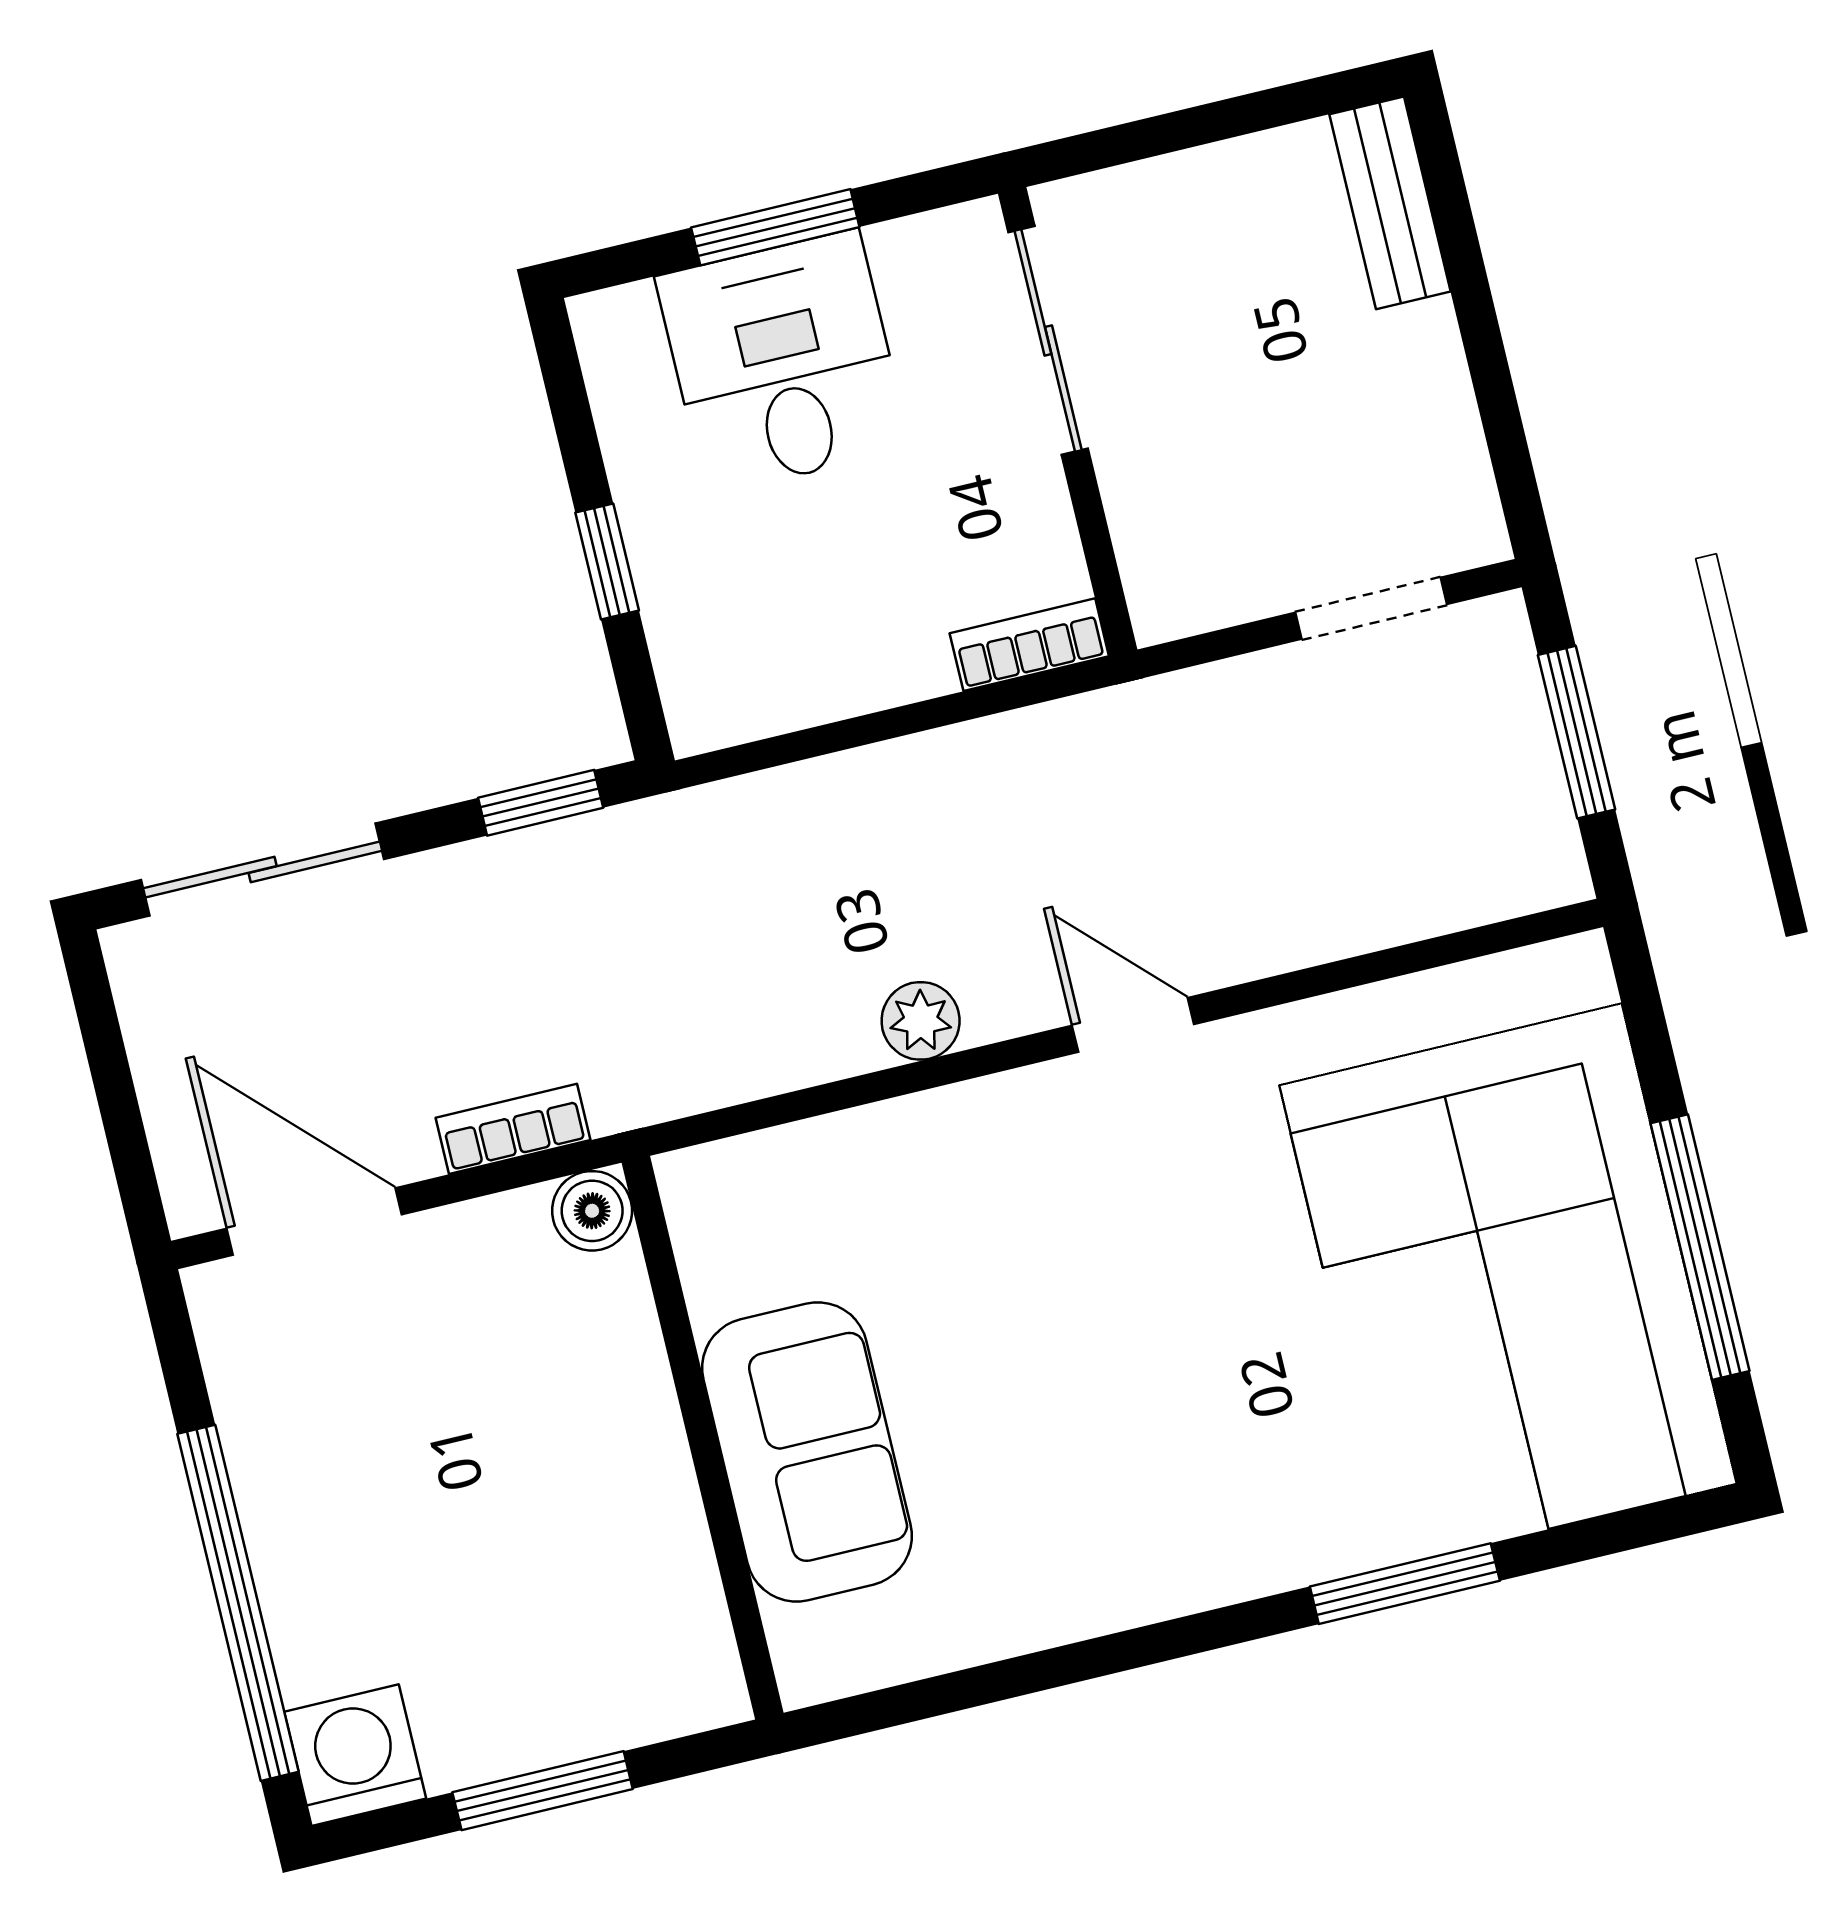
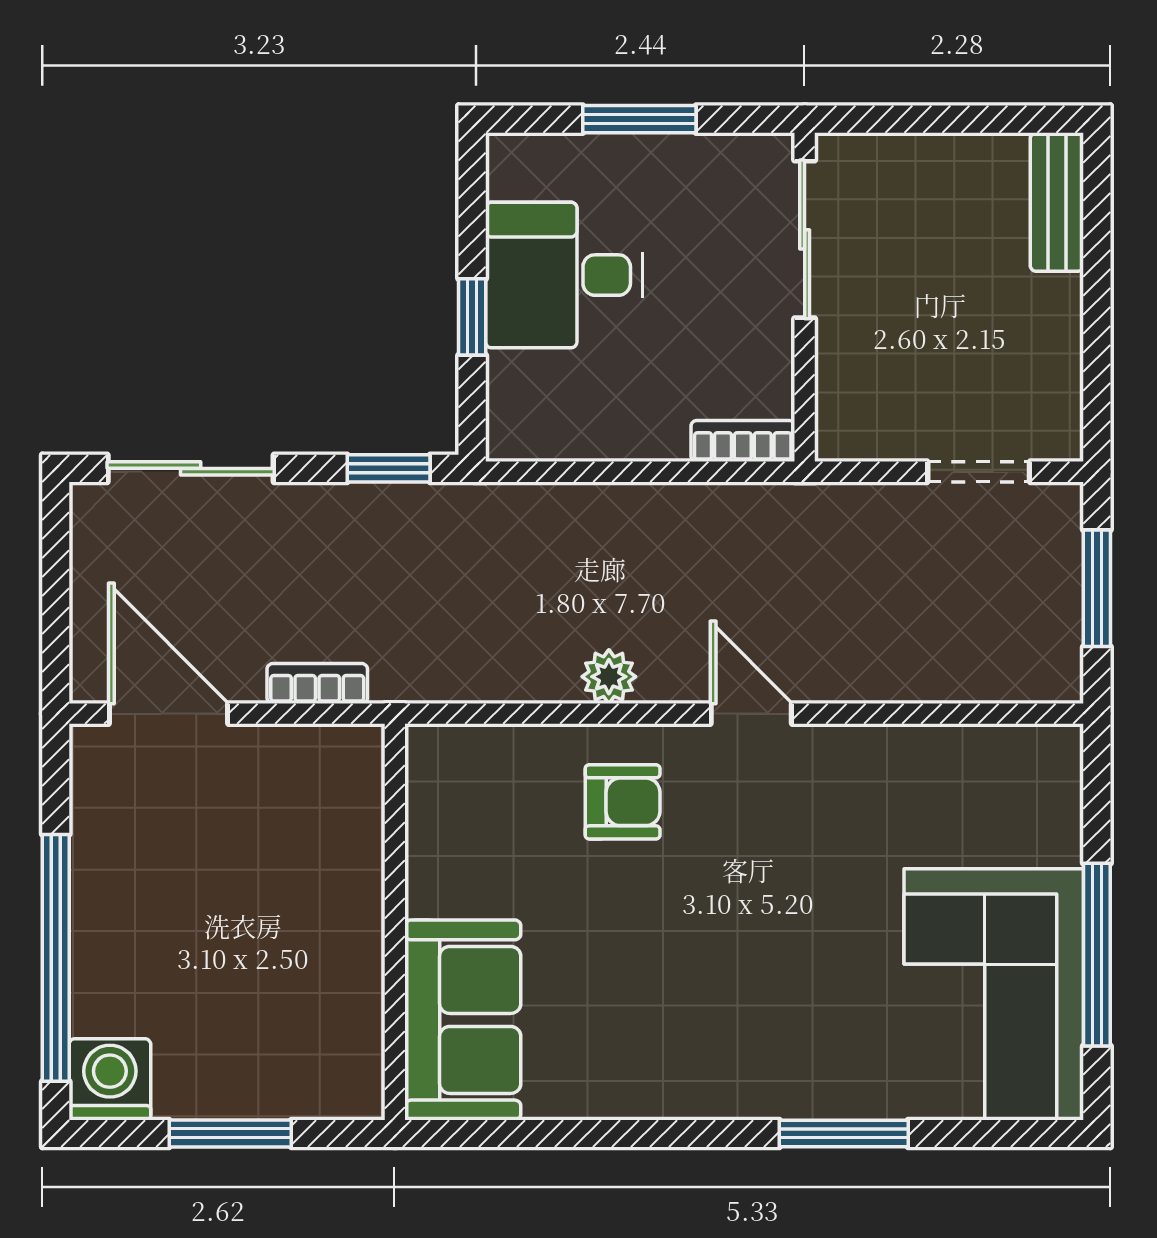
desk: (783, 362) -> (564, 275), moved, turned -90
armchair: (982, 1192) -> (623, 802), added
boiler: (592, 1211) -> (357, 751), removed
corner sofa: (1508, 1285) -> (994, 994), width x0.73, depth x0.74
sofa: (807, 1452) -> (463, 1020), moved

